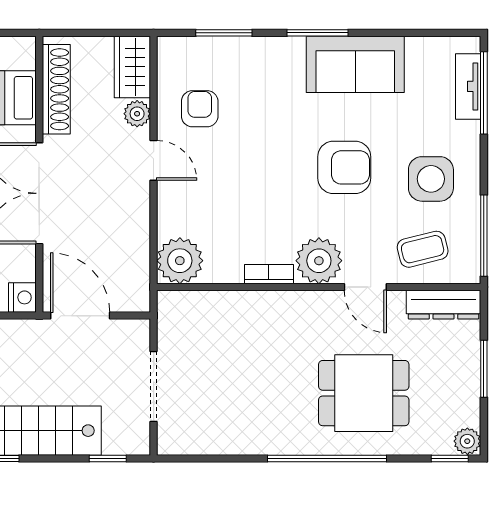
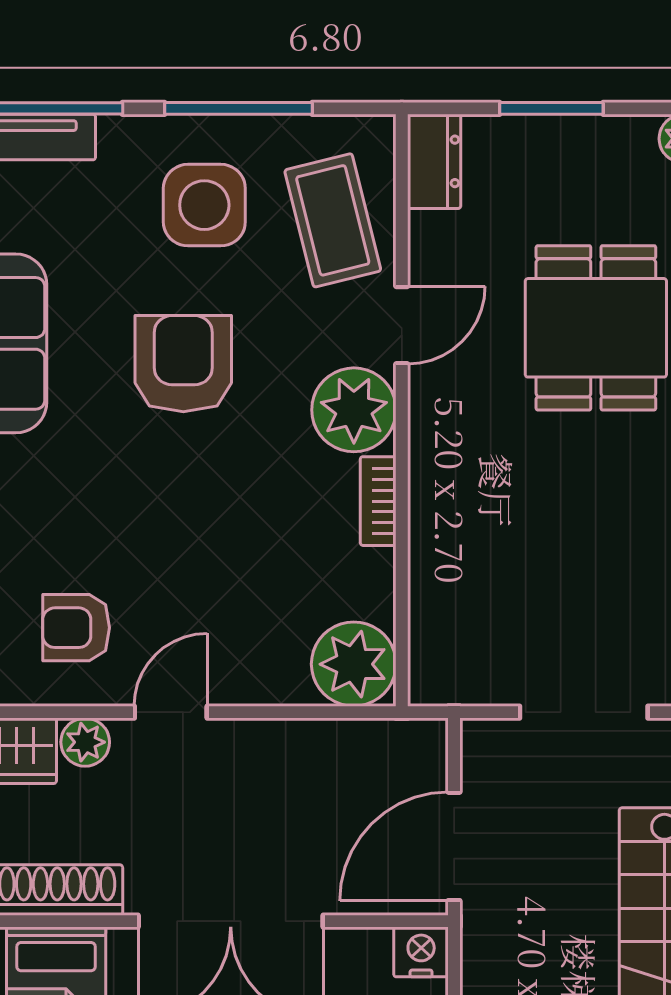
window: (484, 236) -> (238, 108), moved
coffee table: (423, 249) -> (333, 220), width x1.36, depth x1.30
dresser: (444, 305) -> (434, 161), width x0.70

